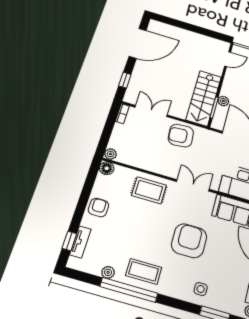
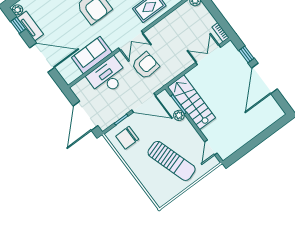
door: (138, 43) -> (264, 79), moved
double door: (151, 111) -> (208, 55), swing flipped
armchair: (181, 136) -> (145, 65), moved

